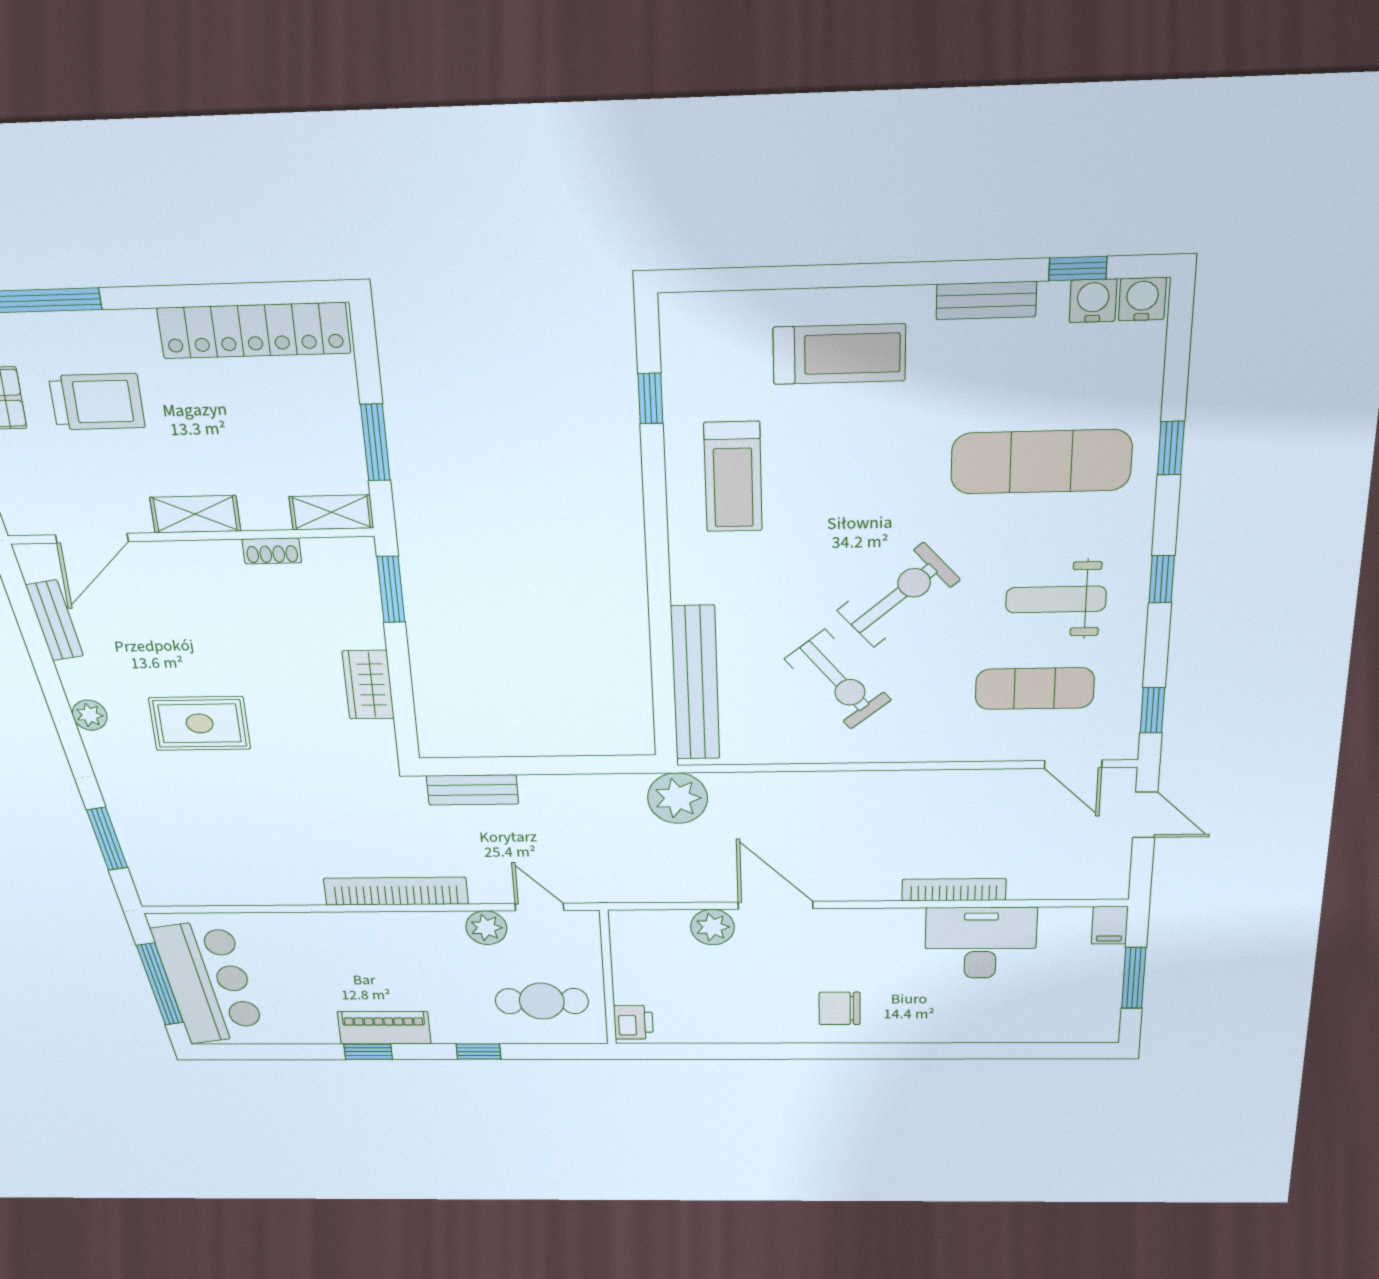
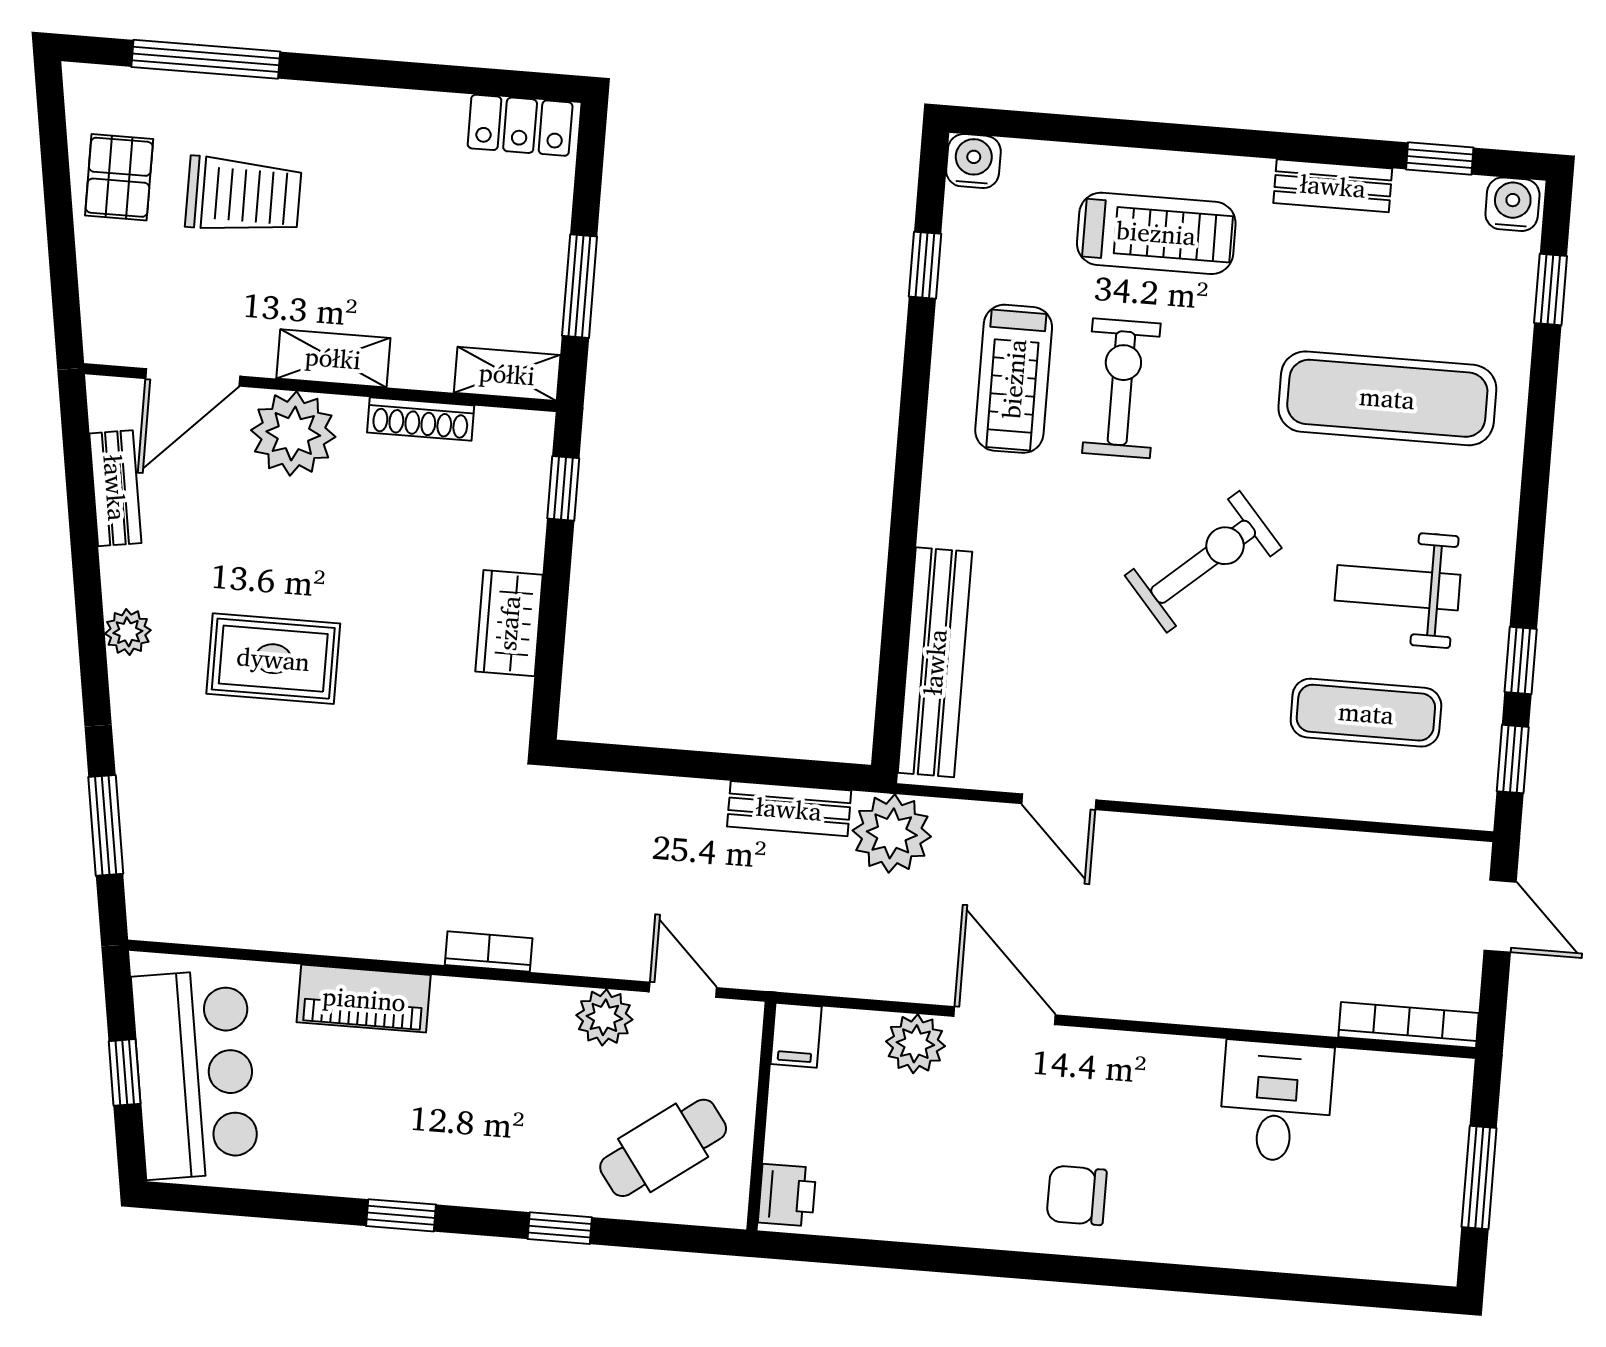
water cooler: (1093, 301) -> (973, 161), moved
locker: (254, 331) -> (520, 125), width x0.46, depth x0.83
window: (1171, 448) -> (1551, 289), moved
shoe rack: (272, 551) -> (421, 419), width x1.43
plant: (178, 570) -> (293, 434), added
window: (1162, 579) -> (1521, 660), moved
window: (391, 589) -> (563, 488), width x0.67
exercise bike: (838, 680) -> (1121, 388), moved, turned -141
door: (1073, 764) -> (1059, 802), moved
bench: (472, 790) -> (789, 809), moved
bookcase: (954, 890) -> (1408, 1025), moved
bookcase: (396, 891) -> (489, 952), width x0.43, depth x0.76
filing cabinet: (1110, 925) -> (796, 1035), moved
desk: (981, 943) -> (1276, 1102), width x0.73
window: (160, 984) -> (125, 1072), width x0.46
cafe table: (542, 1001) -> (663, 1148), turned -36
piano: (384, 1028) -> (364, 999), moved, turned 180

